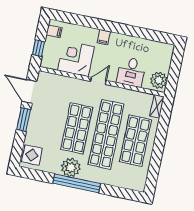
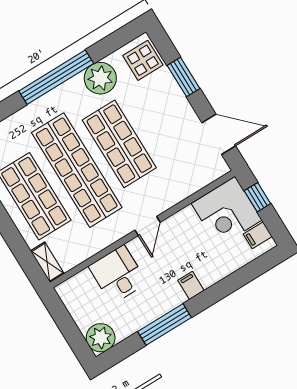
window: (131, 31) -> (165, 324), added
corner desk: (76, 58) -> (227, 212), moved, turned 90
plant: (159, 80) -> (101, 338), moved
window: (24, 120) -> (183, 77), moved
plant: (71, 167) -> (100, 78), moved

